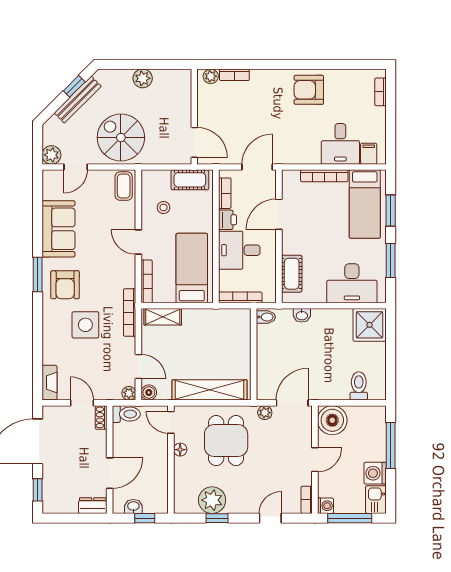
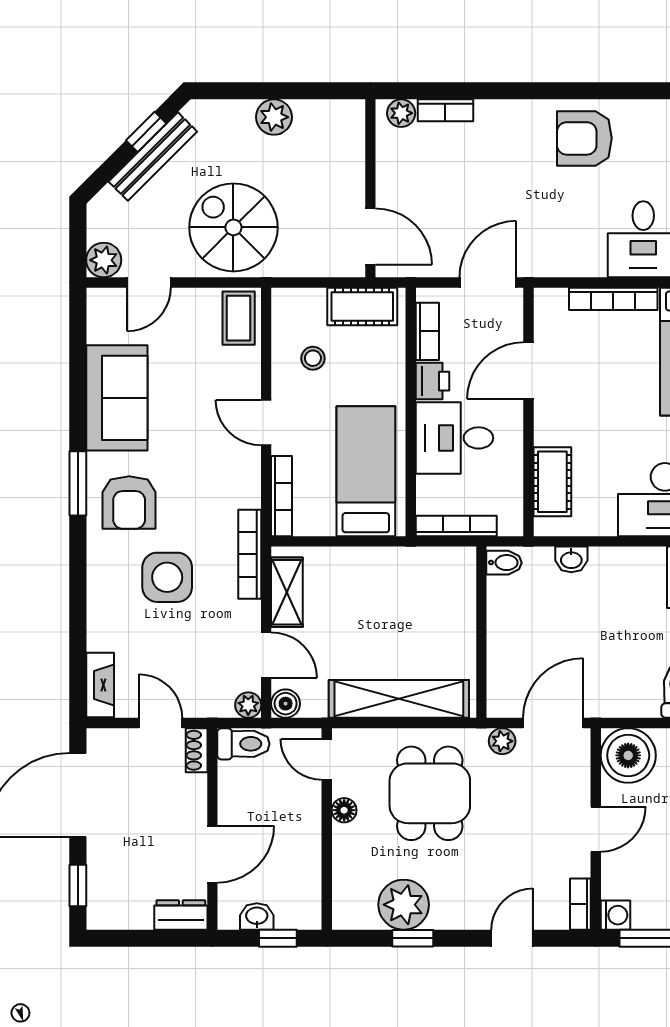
shelving: (163, 317) -> (287, 592), moved, turned 90

